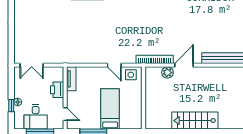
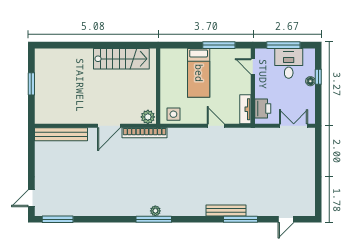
door: (114, 65) -> (216, 126), moved
plant: (167, 72) -> (148, 117), moved
printer: (57, 90) -> (263, 109), moved
stairs: (195, 121) -> (121, 59), moved

